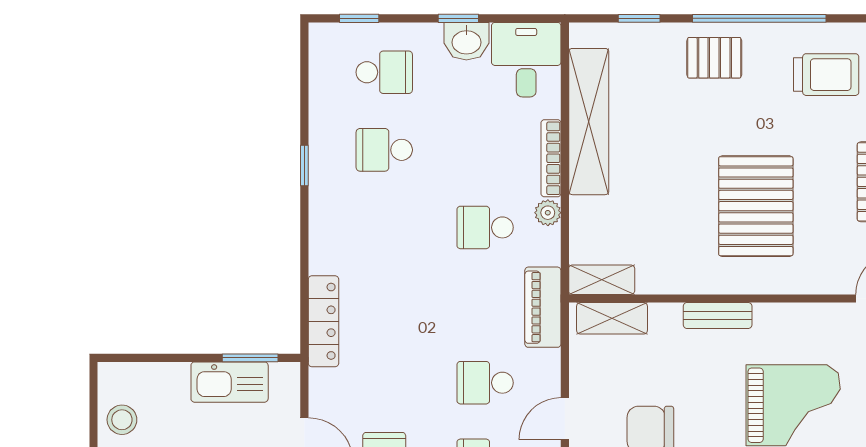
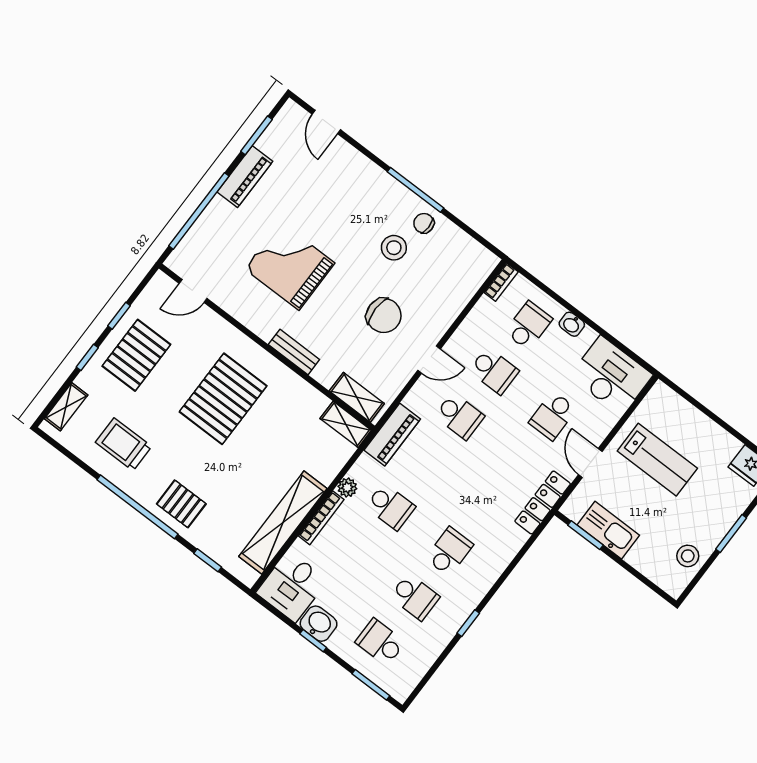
window: (359, 18) -> (371, 685), width x1.50
school desk: (384, 227) -> (449, 552), added
locker: (323, 321) -> (543, 503), moved

